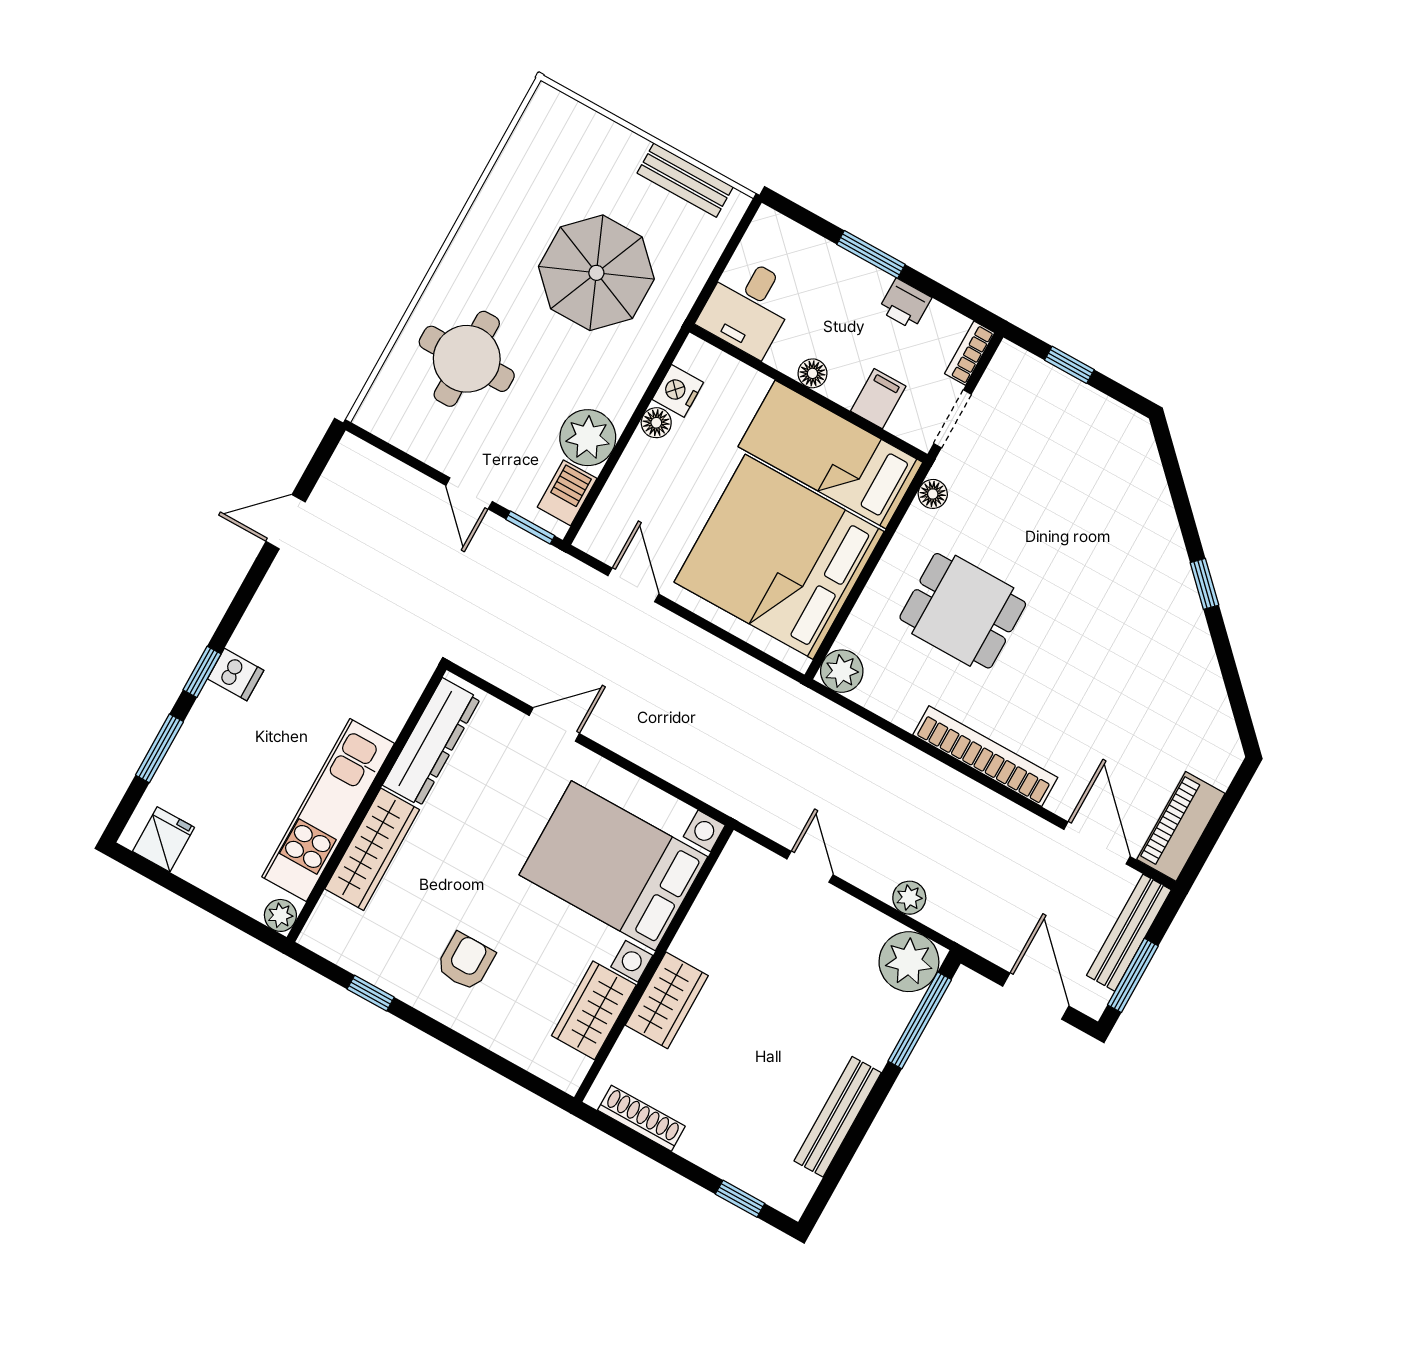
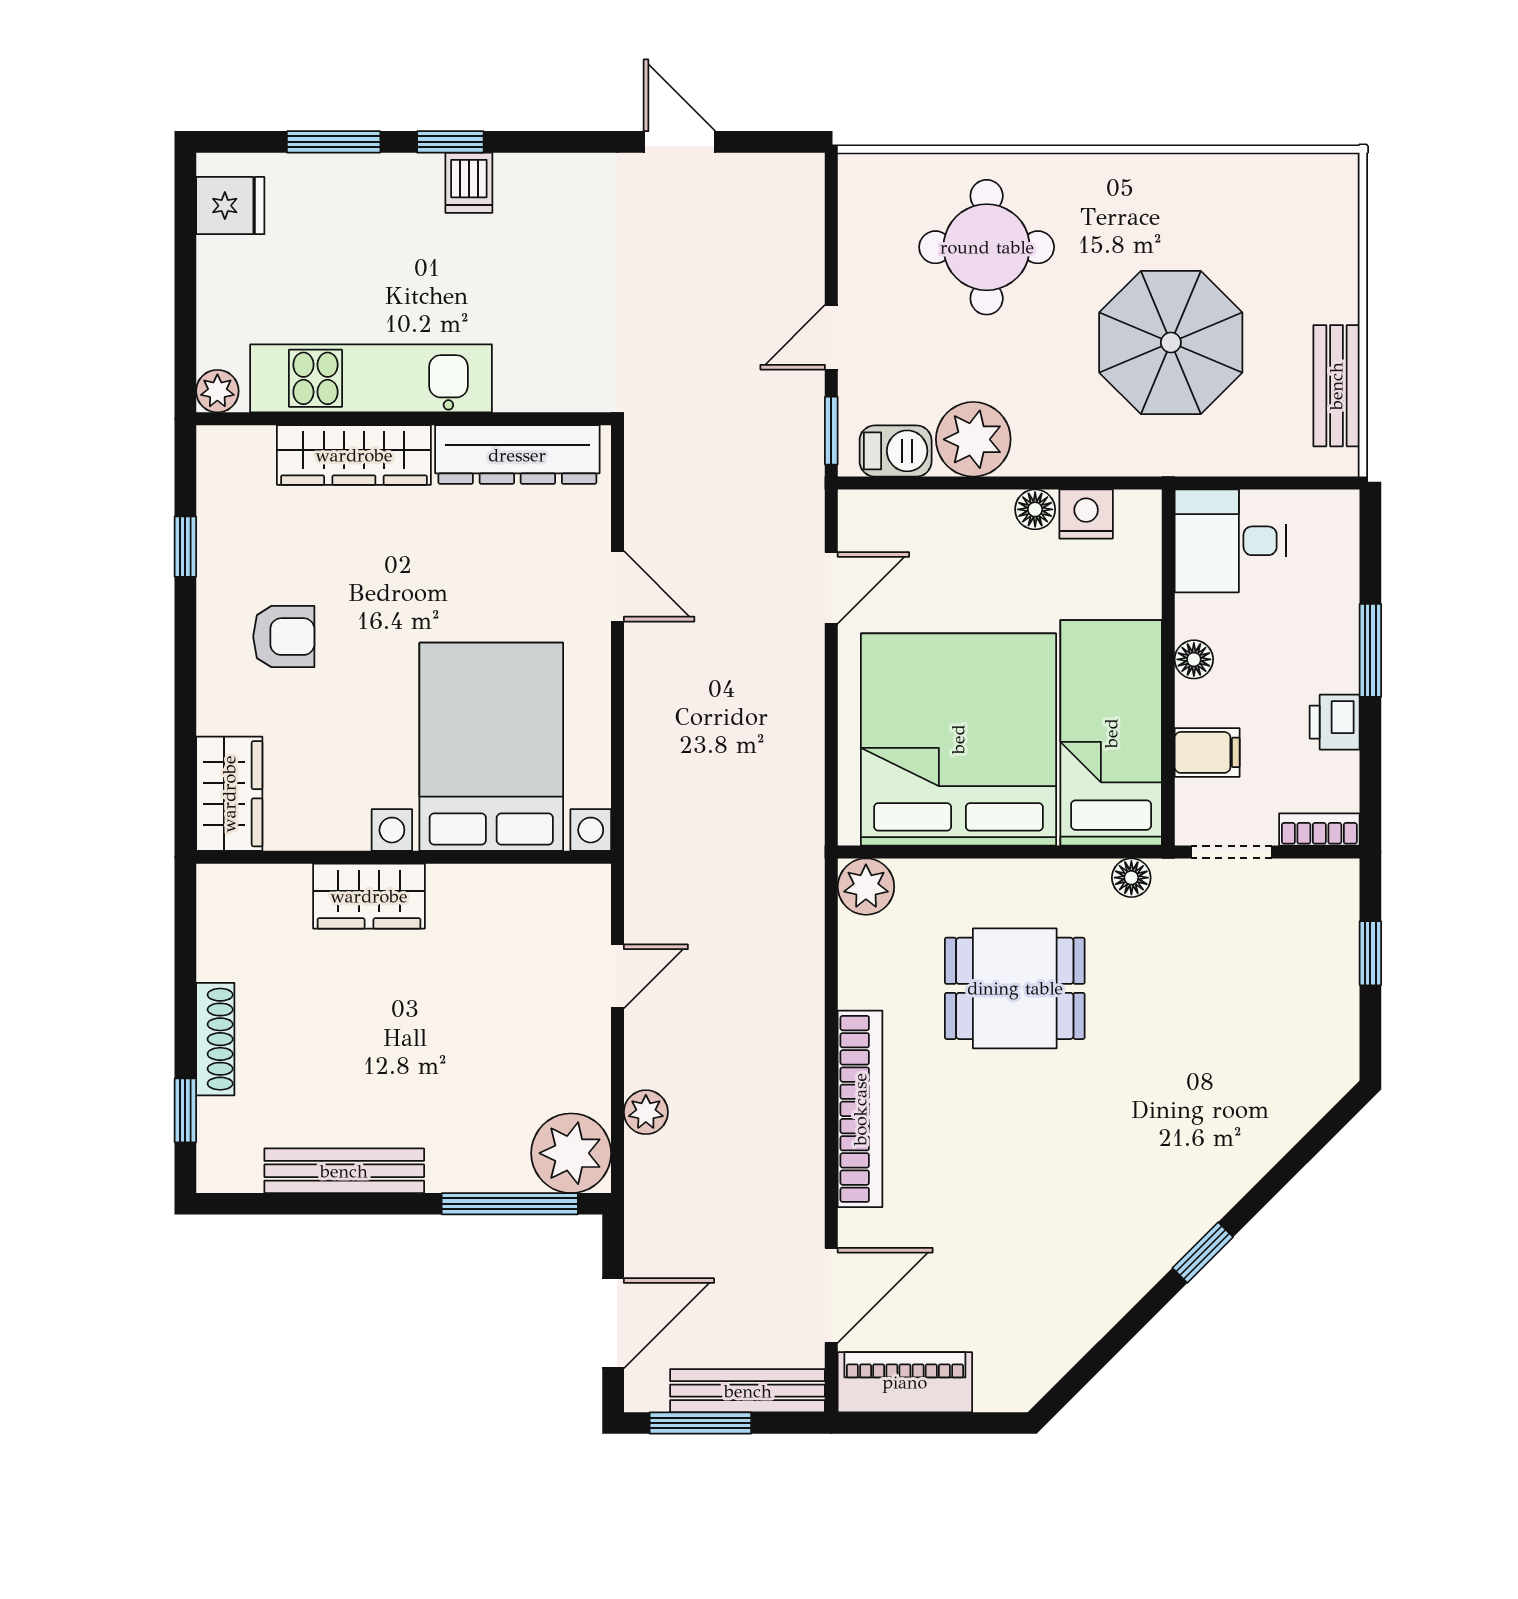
dining table: (963, 611) -> (1015, 988), turned 90
wardrobe: (594, 1010) -> (229, 794), moved, turned 90
shoe rack: (641, 1118) -> (215, 1039), moved

